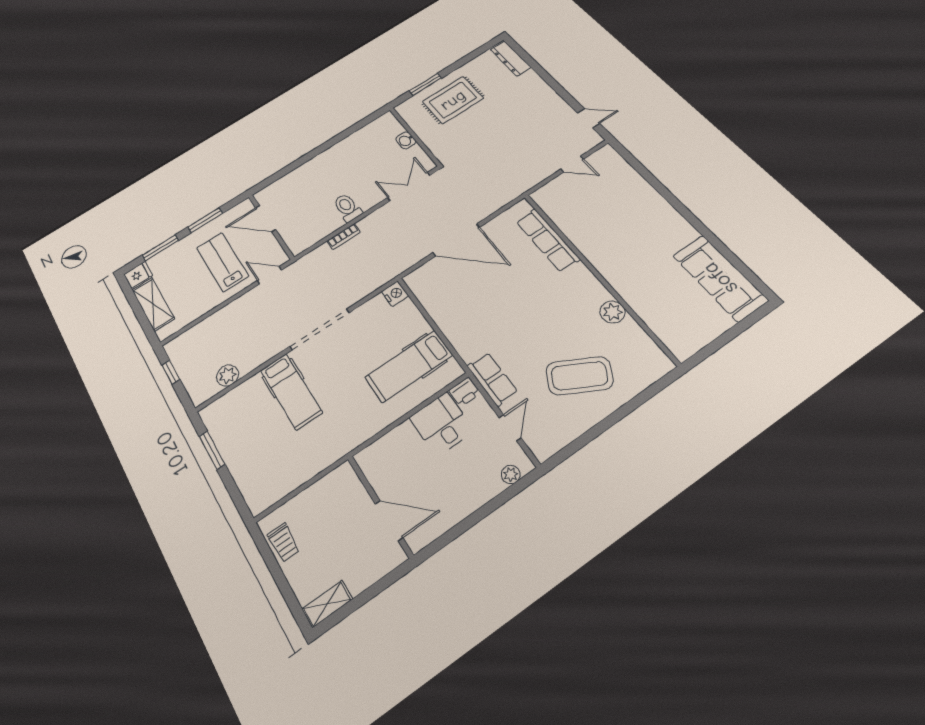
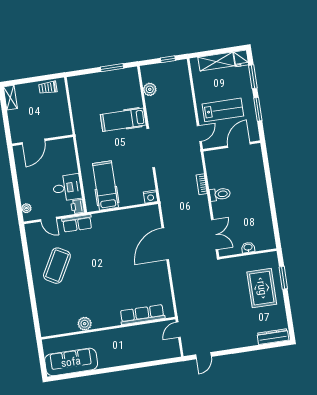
row of seats: (548, 240) -> (142, 315), moved
wall: (598, 275) -> (108, 328), moved
plant: (612, 312) -> (85, 324), moved

